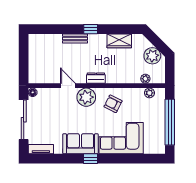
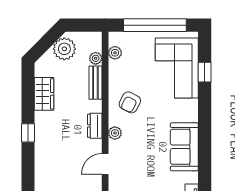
bench: (75, 39) -> (95, 83), moved
plant: (86, 97) -> (115, 133), width x0.53, depth x0.53
corner sofa: (121, 138) -> (177, 68), moved
window: (91, 159) -> (205, 72), moved

